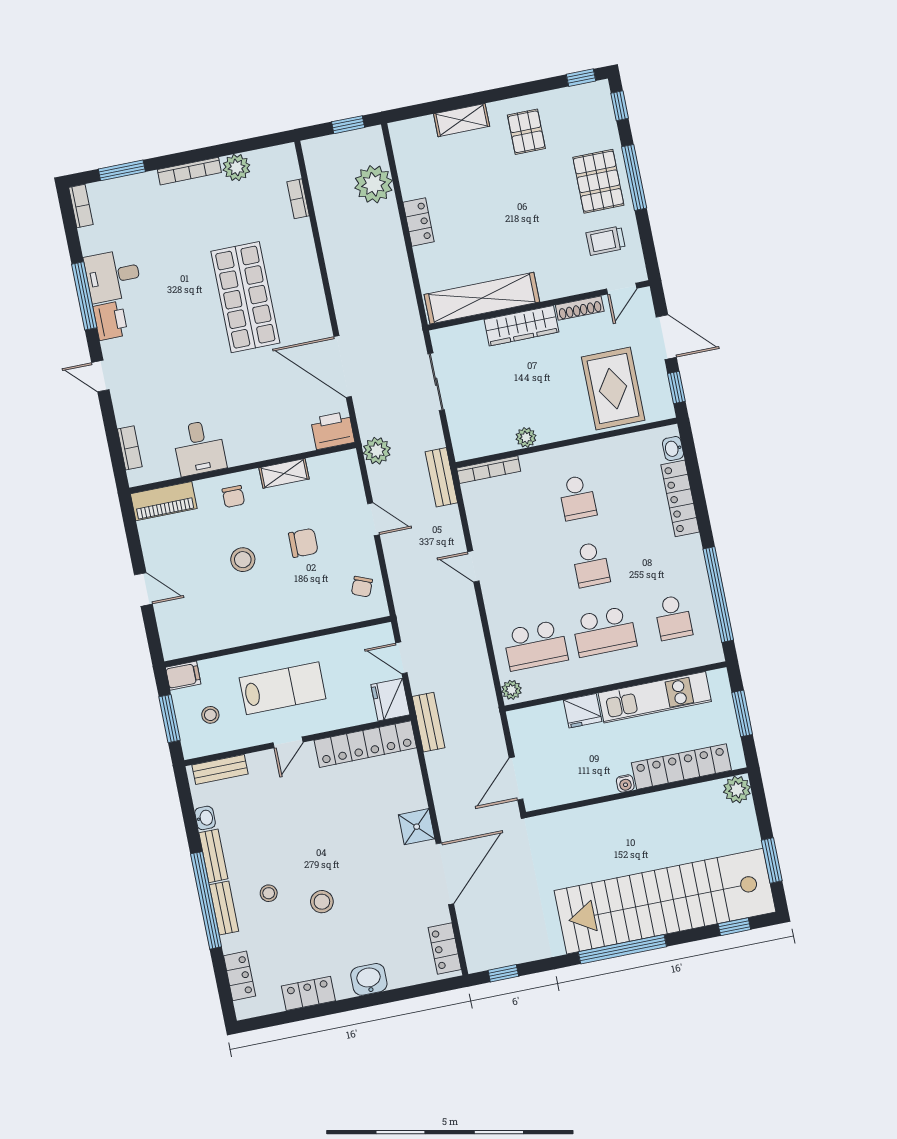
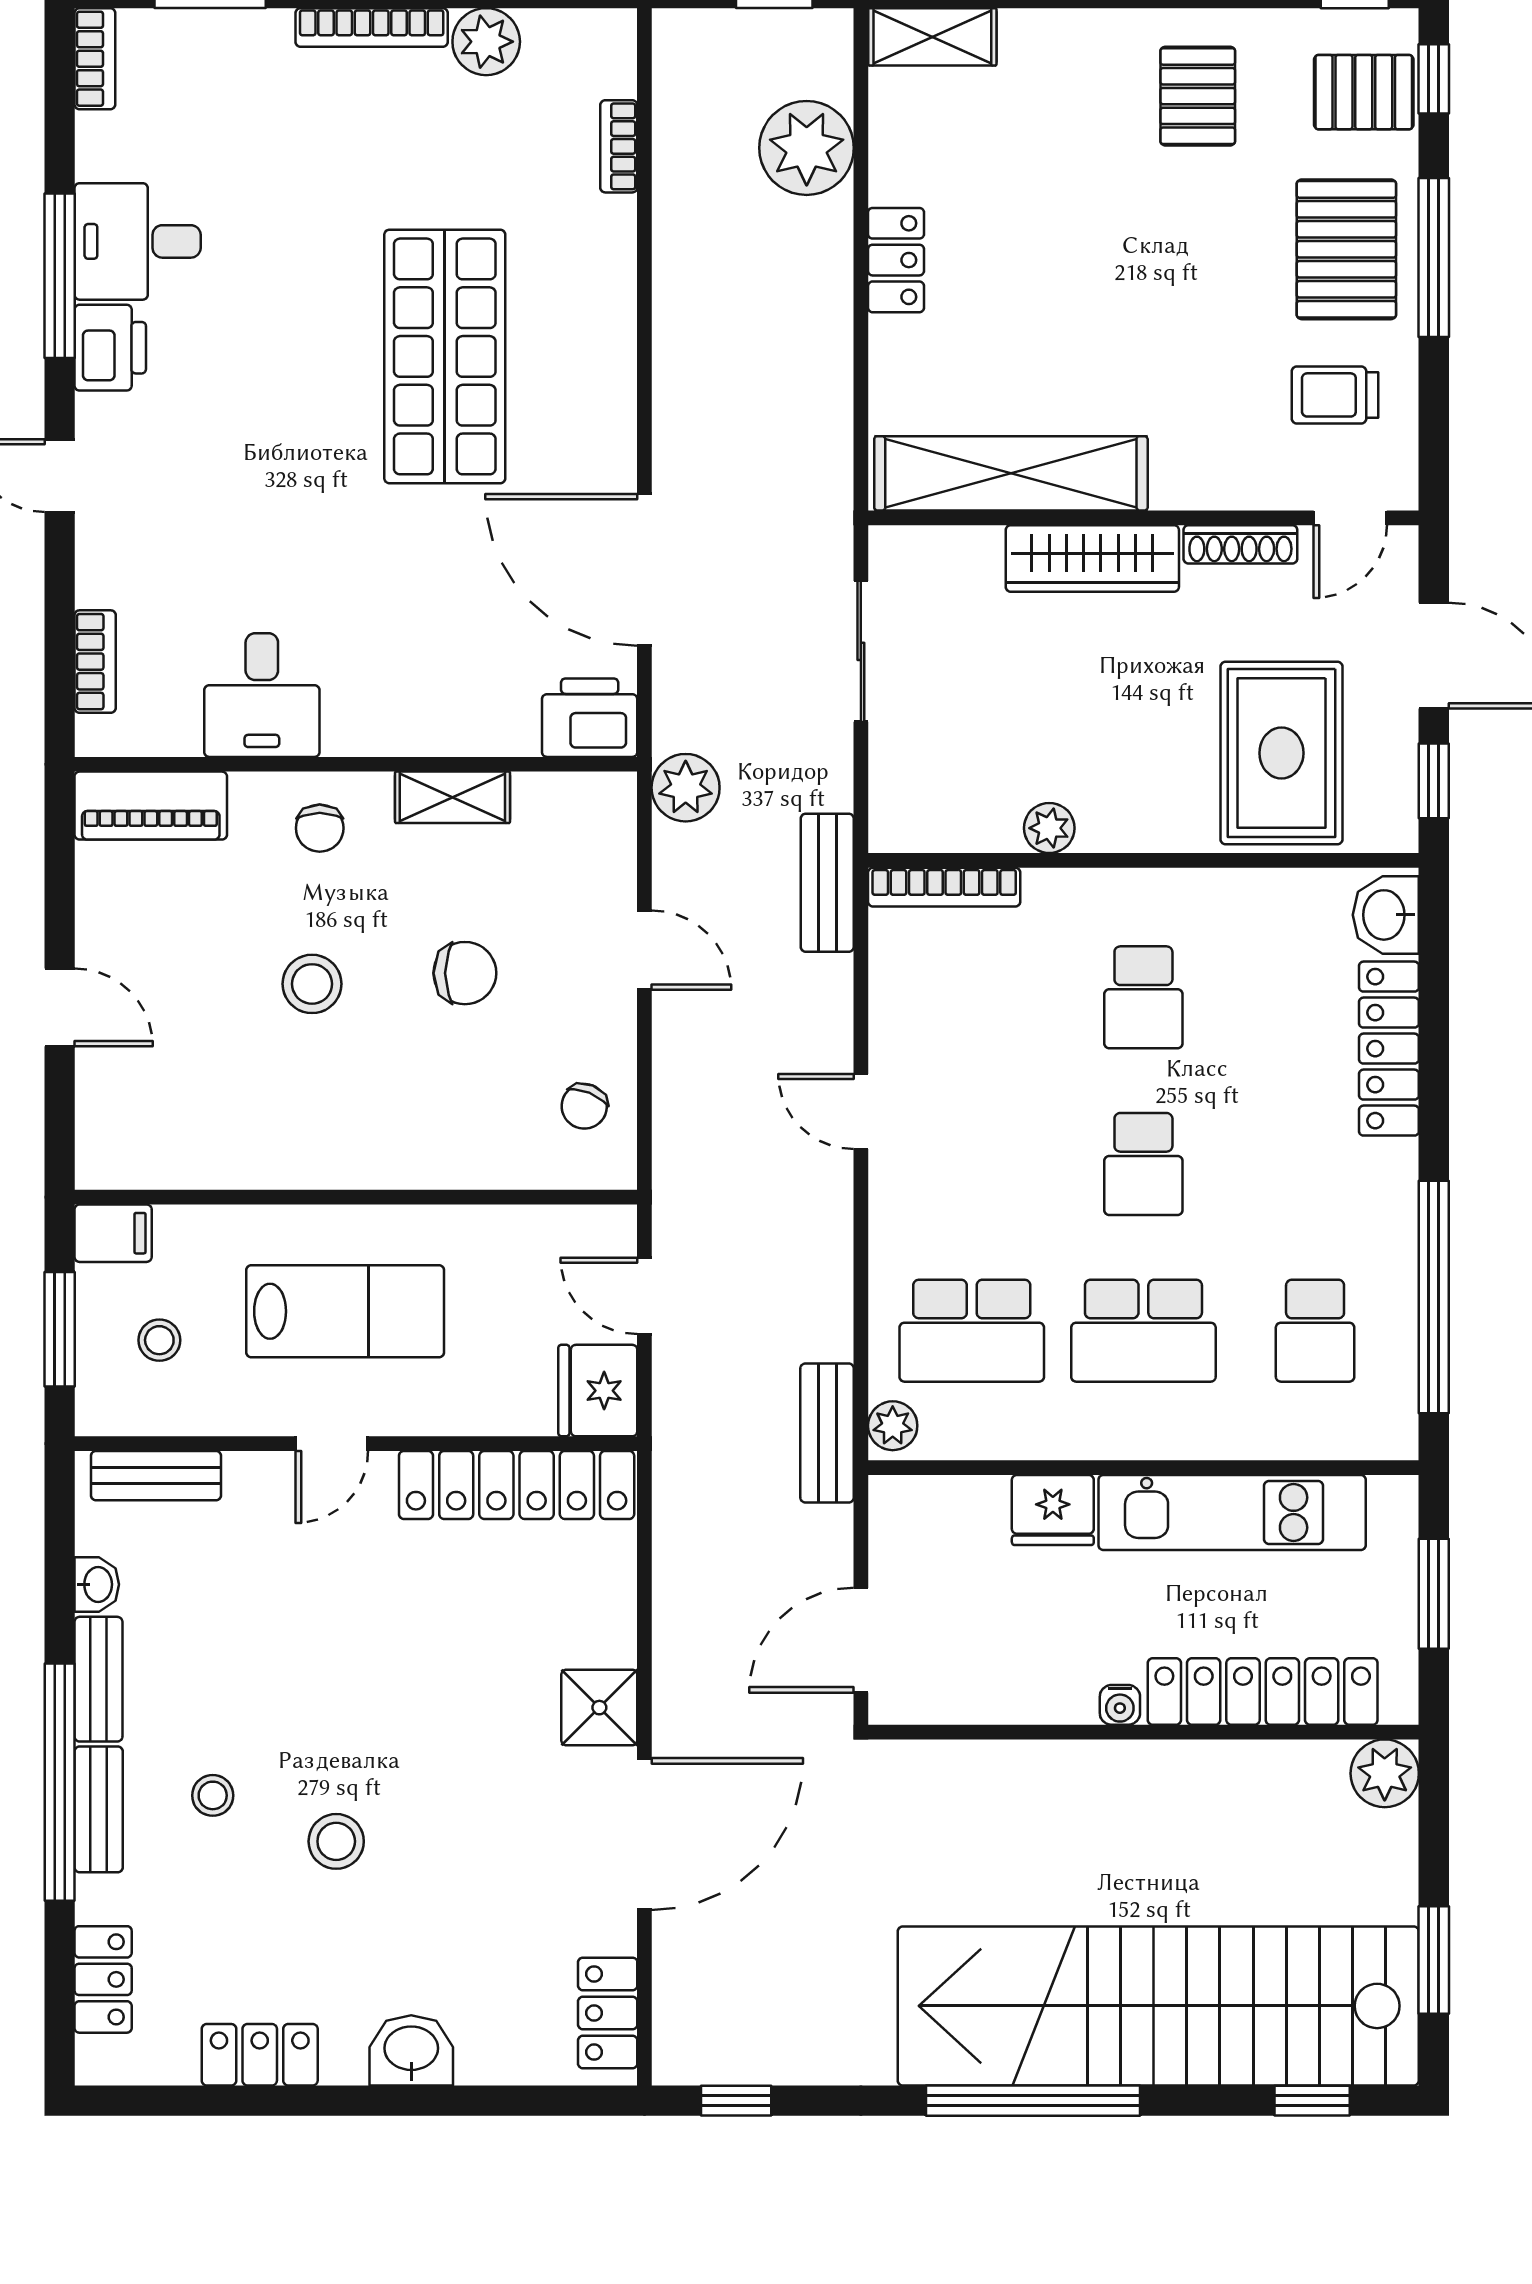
pallet: (593, 117) -> (1364, 92), added
shelving: (462, 120) -> (932, 37), moved
washbasin: (673, 449) -> (1386, 915), width x1.38, depth x1.45
bench: (429, 722) -> (827, 1433), moved

